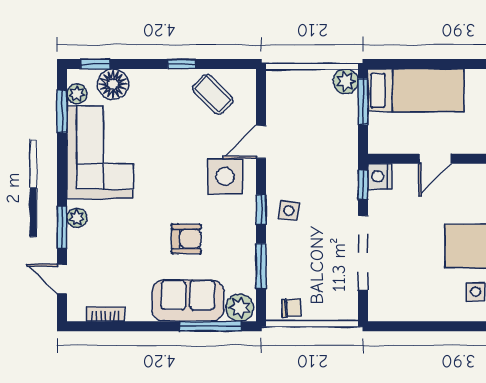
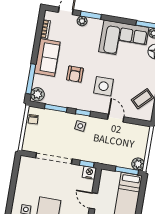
side table: (225, 176) -> (104, 86), moved
plant: (77, 218) -> (82, 21), moved
sofa: (188, 301) -> (47, 57), moved

